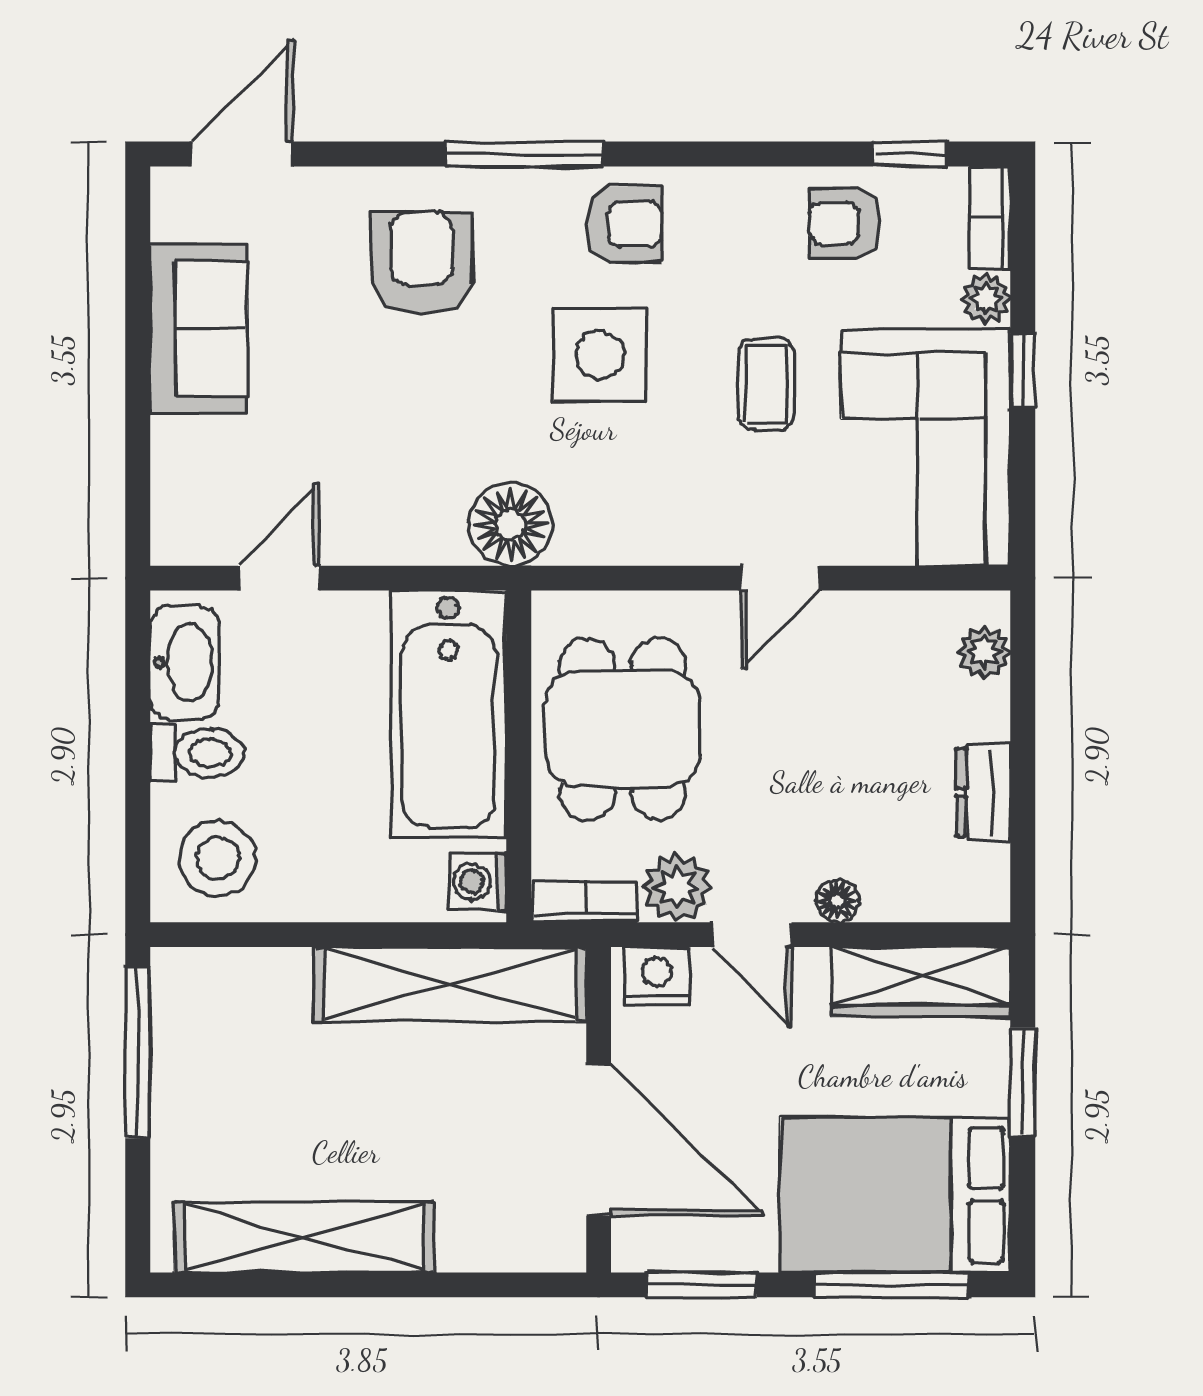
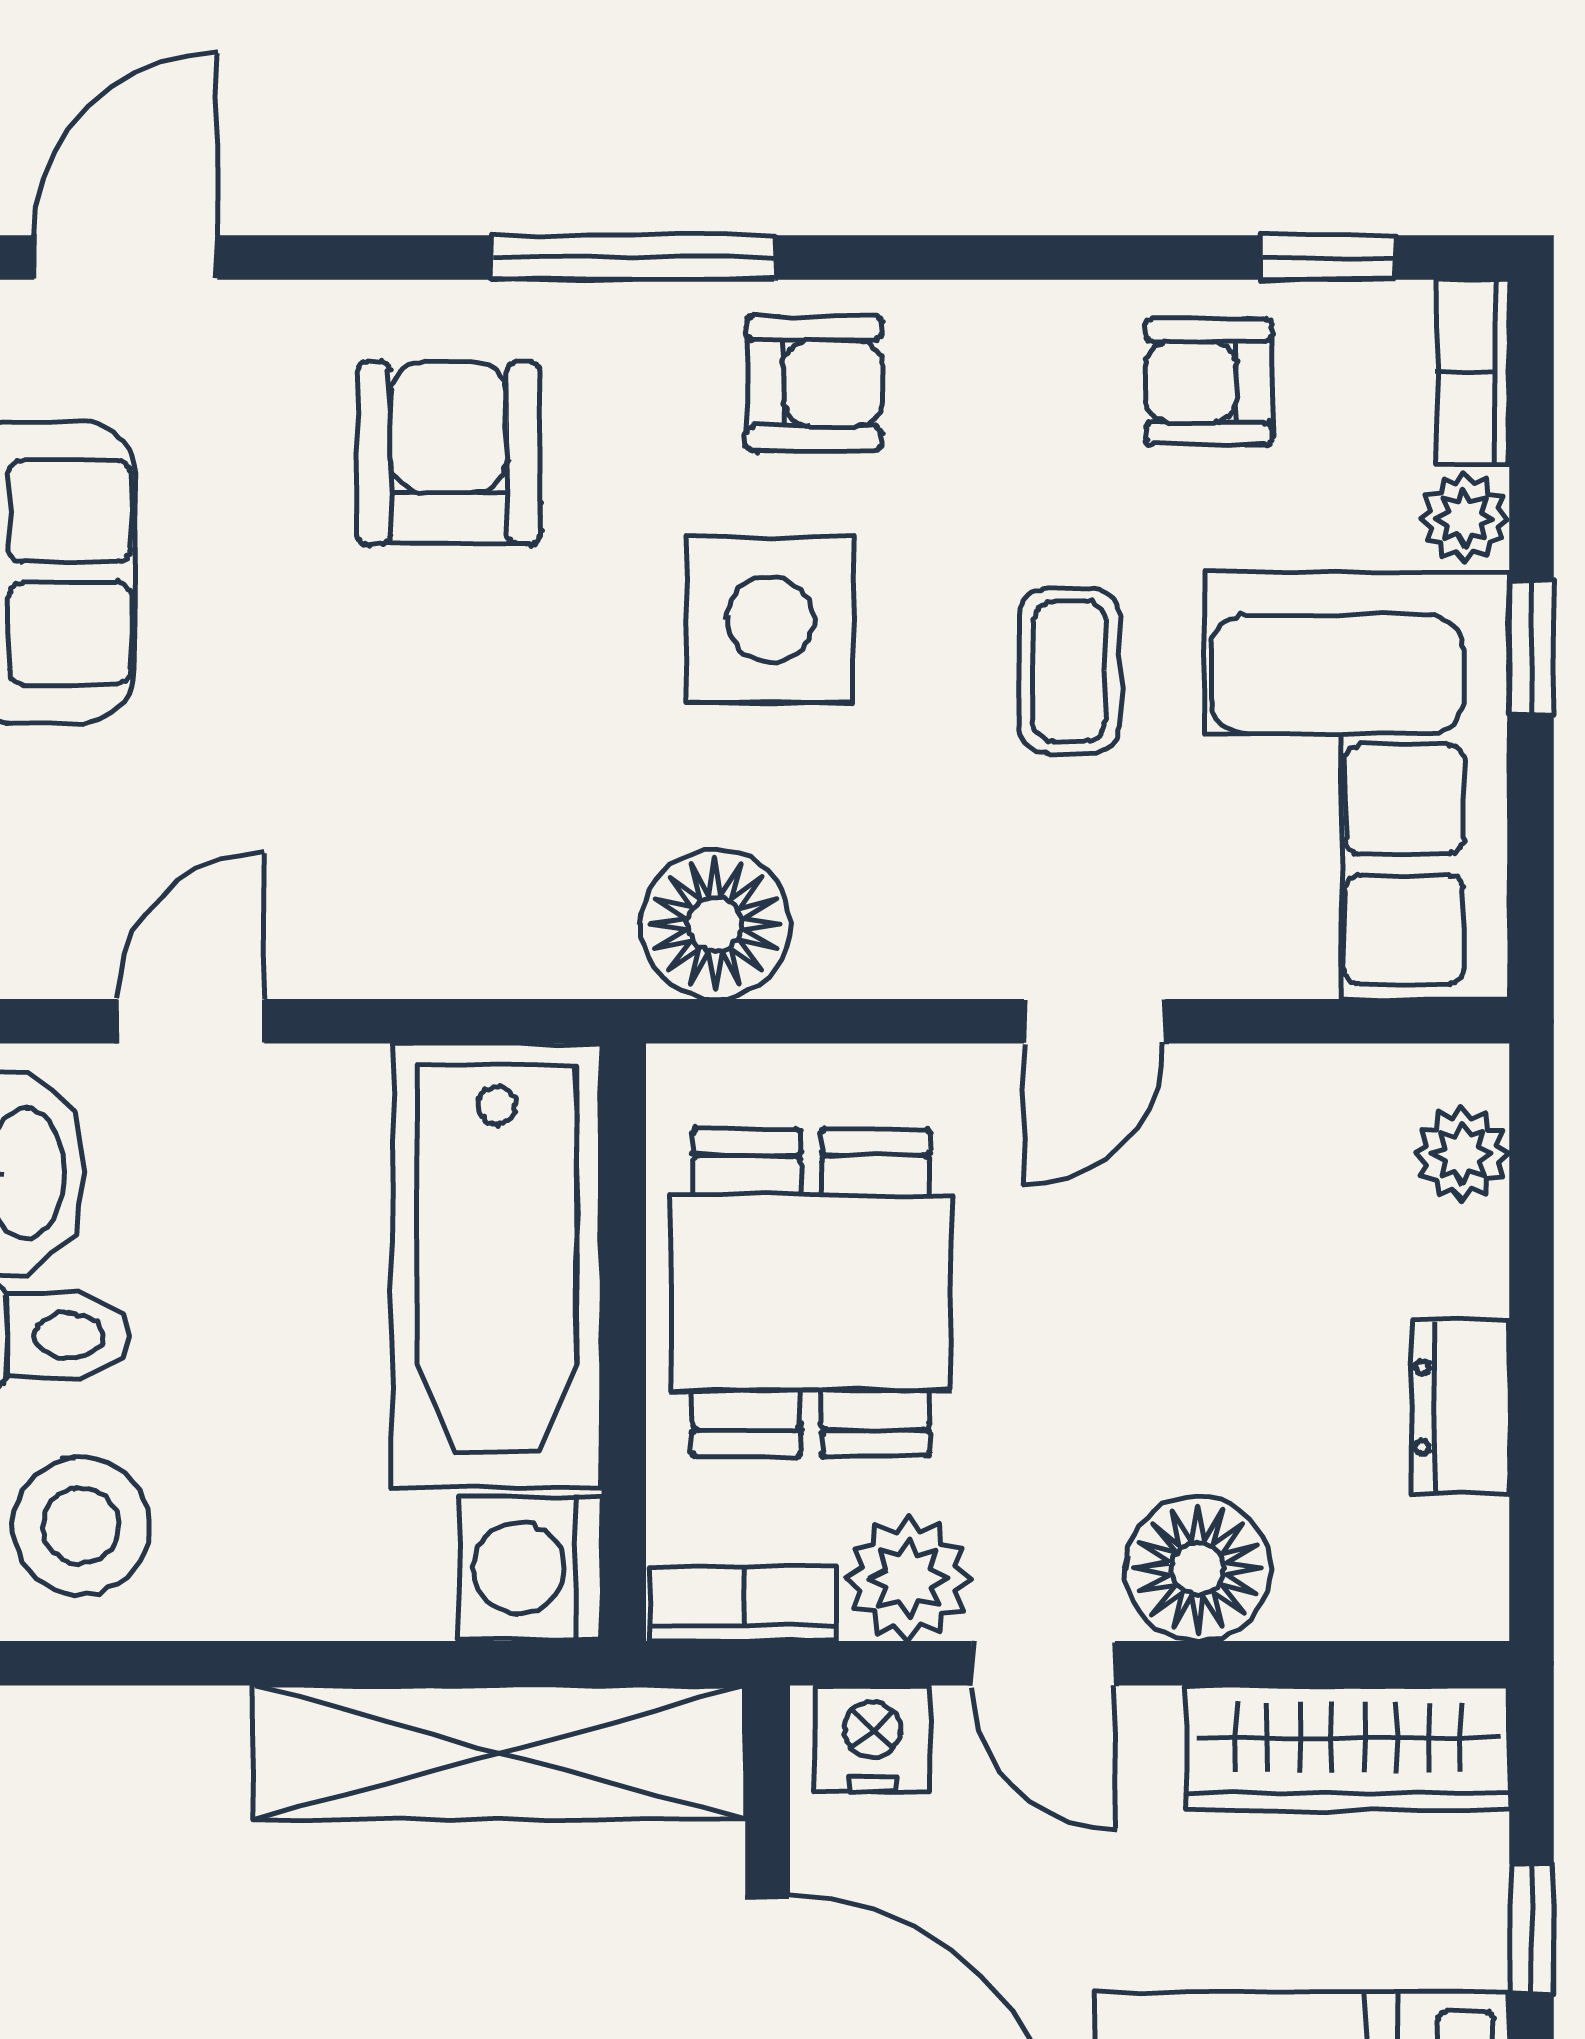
floor lamp: (510, 524) -> (715, 924), moved
washing machine: (478, 882) -> (530, 1568), width x1.38, depth x1.38
floor lamp: (837, 901) -> (1198, 1569), width x1.89, depth x1.89
window: (1023, 1082) -> (1531, 1929), width x0.67

